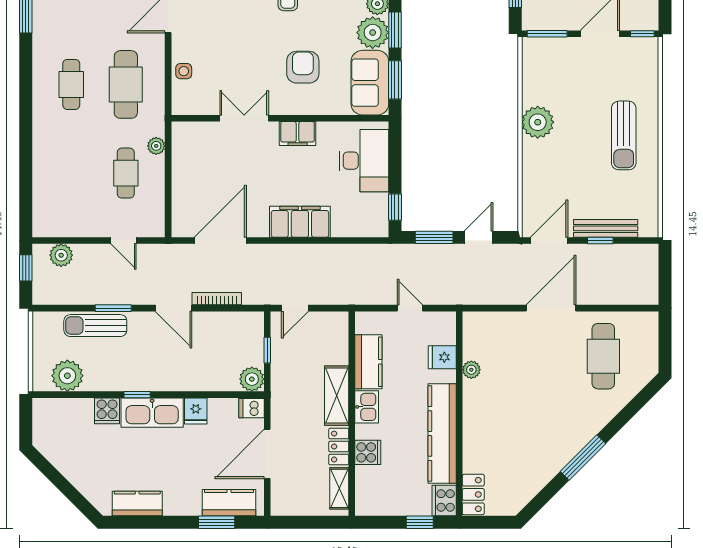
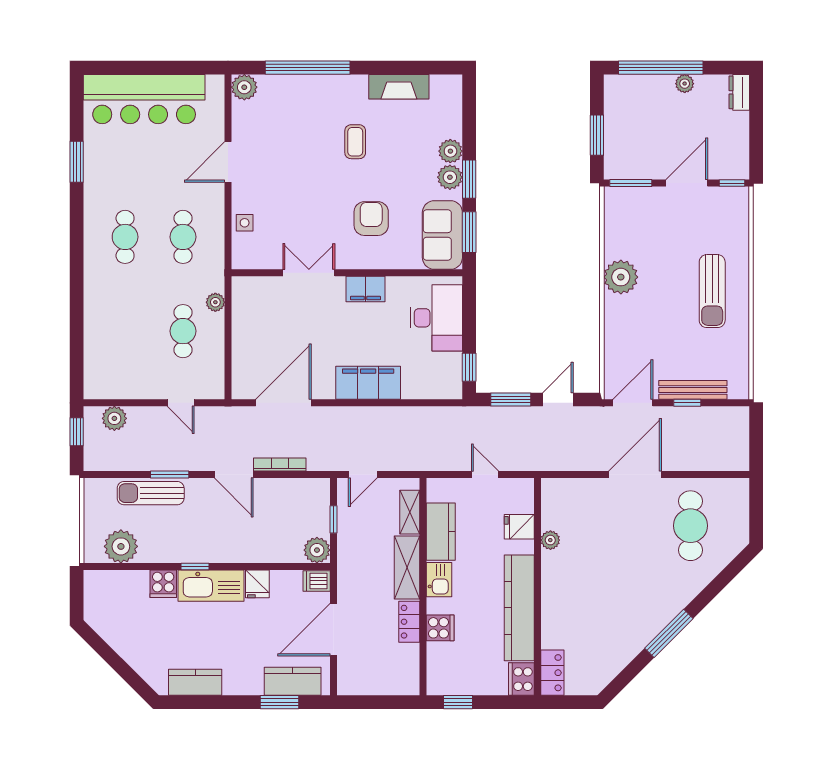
plant: (373, 33) -> (450, 177), width x0.73, depth x0.73
cafe table: (126, 84) -> (183, 237), width x0.73, depth x0.74
shelving: (339, 488) -> (410, 512), moved
window: (420, 522) -> (458, 702), moved

